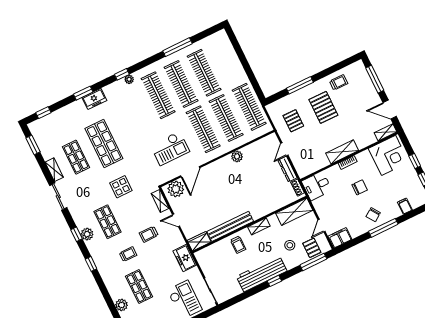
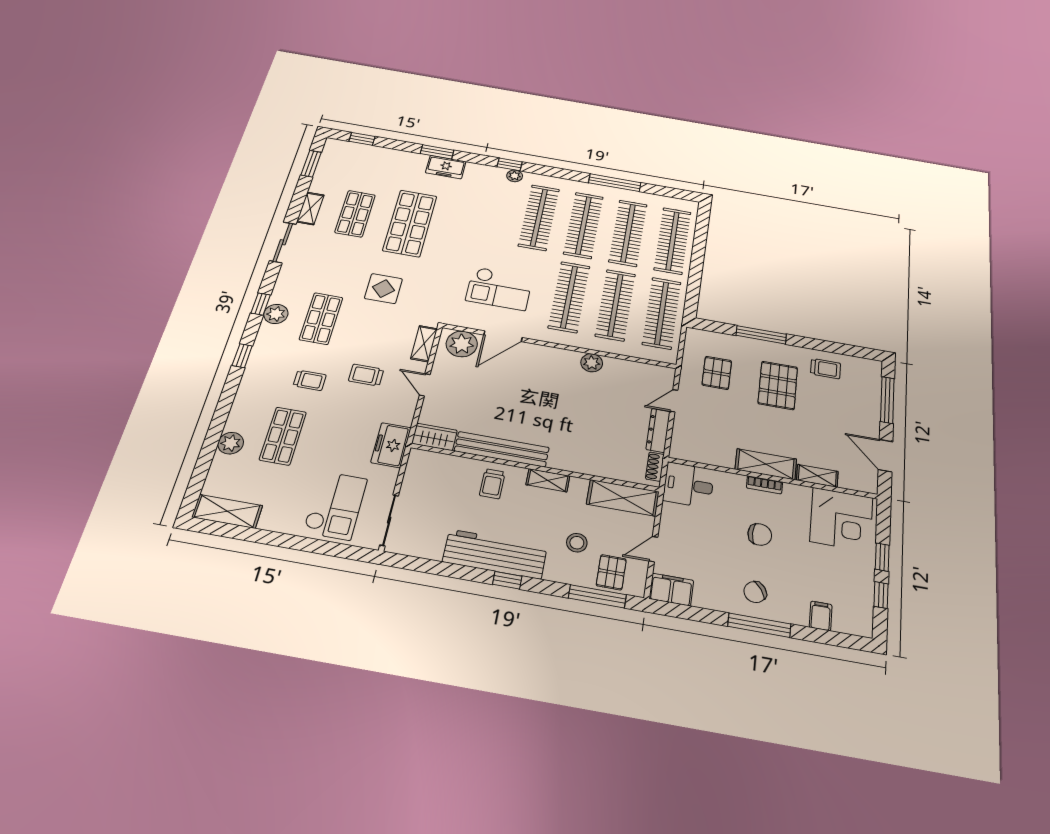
clothes rail: (227, 62) -> (673, 241), added
shelving: (385, 132) -> (817, 476), moved

